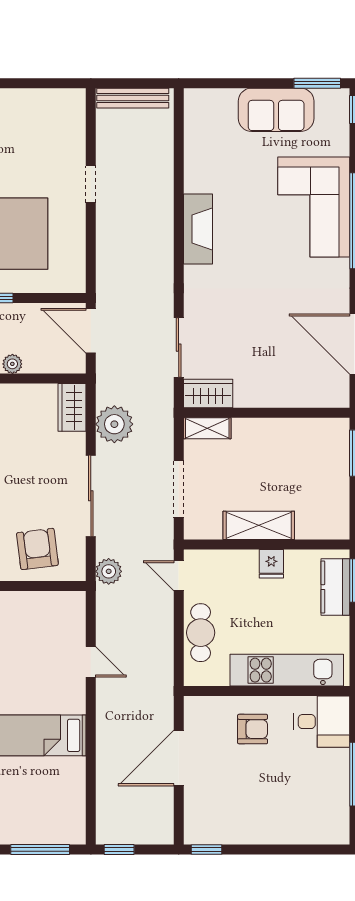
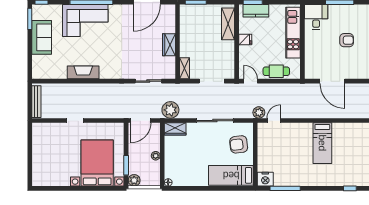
fireplace: (198, 229) -> (83, 72), moved
wardrobe: (208, 393) -> (169, 45), moved
plant: (114, 424) -> (170, 110), moved
shelving: (259, 525) -> (228, 24), moved
plant: (109, 571) -> (259, 112), moved
door: (179, 576) -> (251, 81), swing flipped
door: (91, 662) -> (274, 121), moved
armchair: (253, 729) -> (347, 40), moved, turned 90

